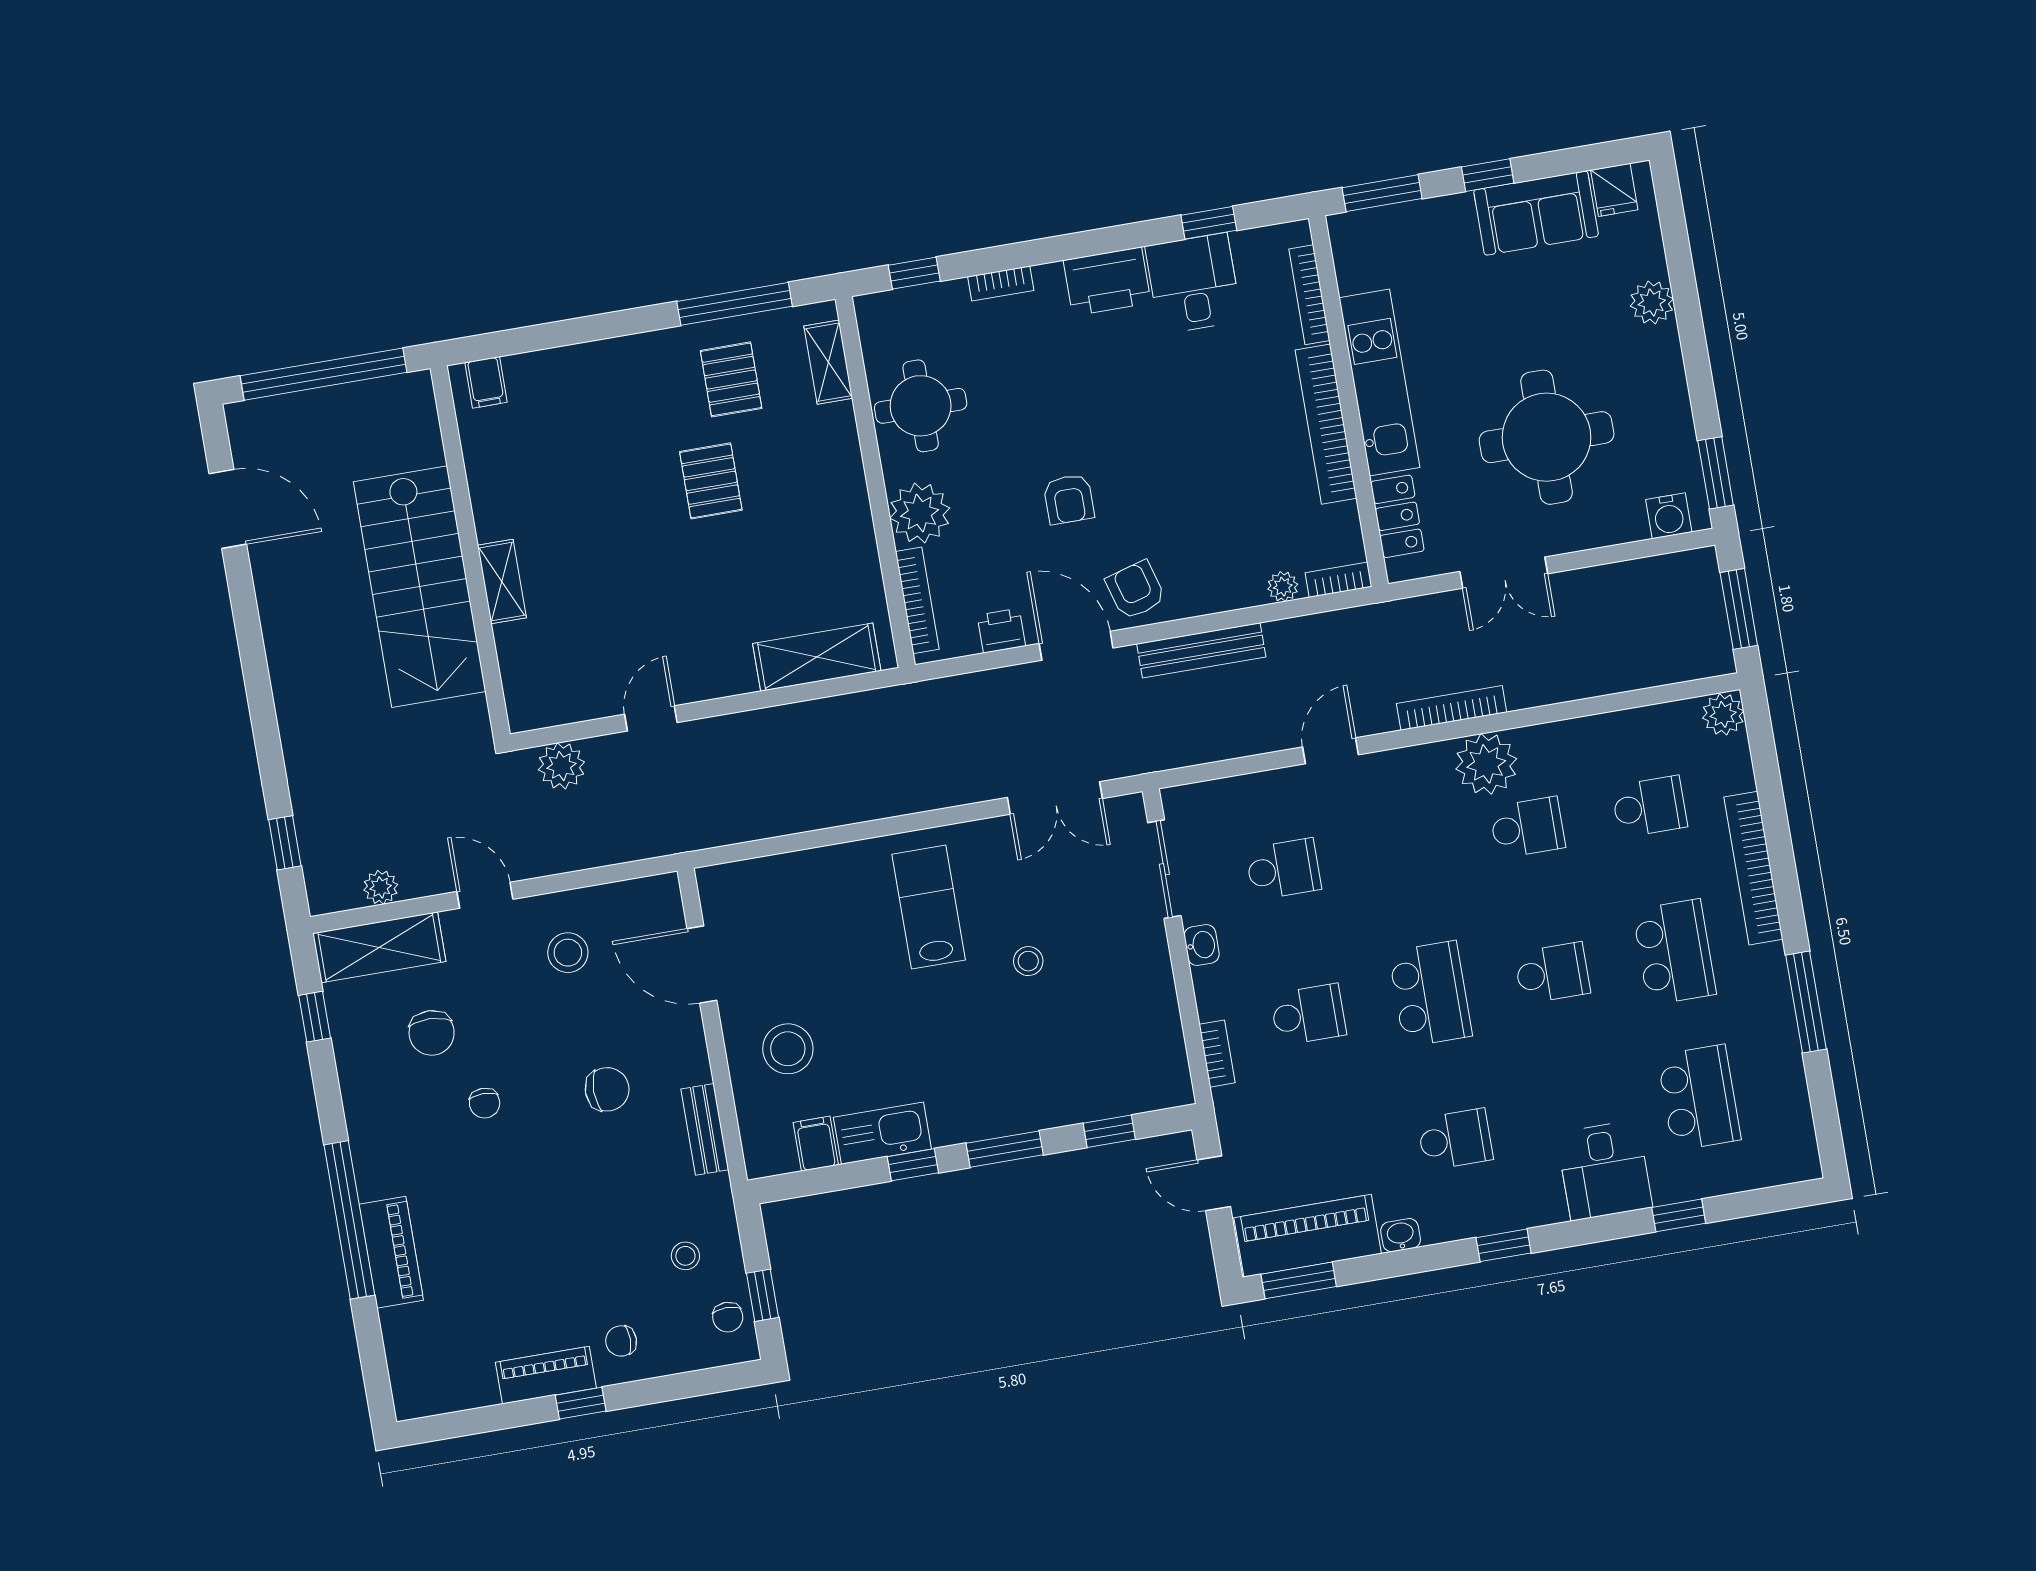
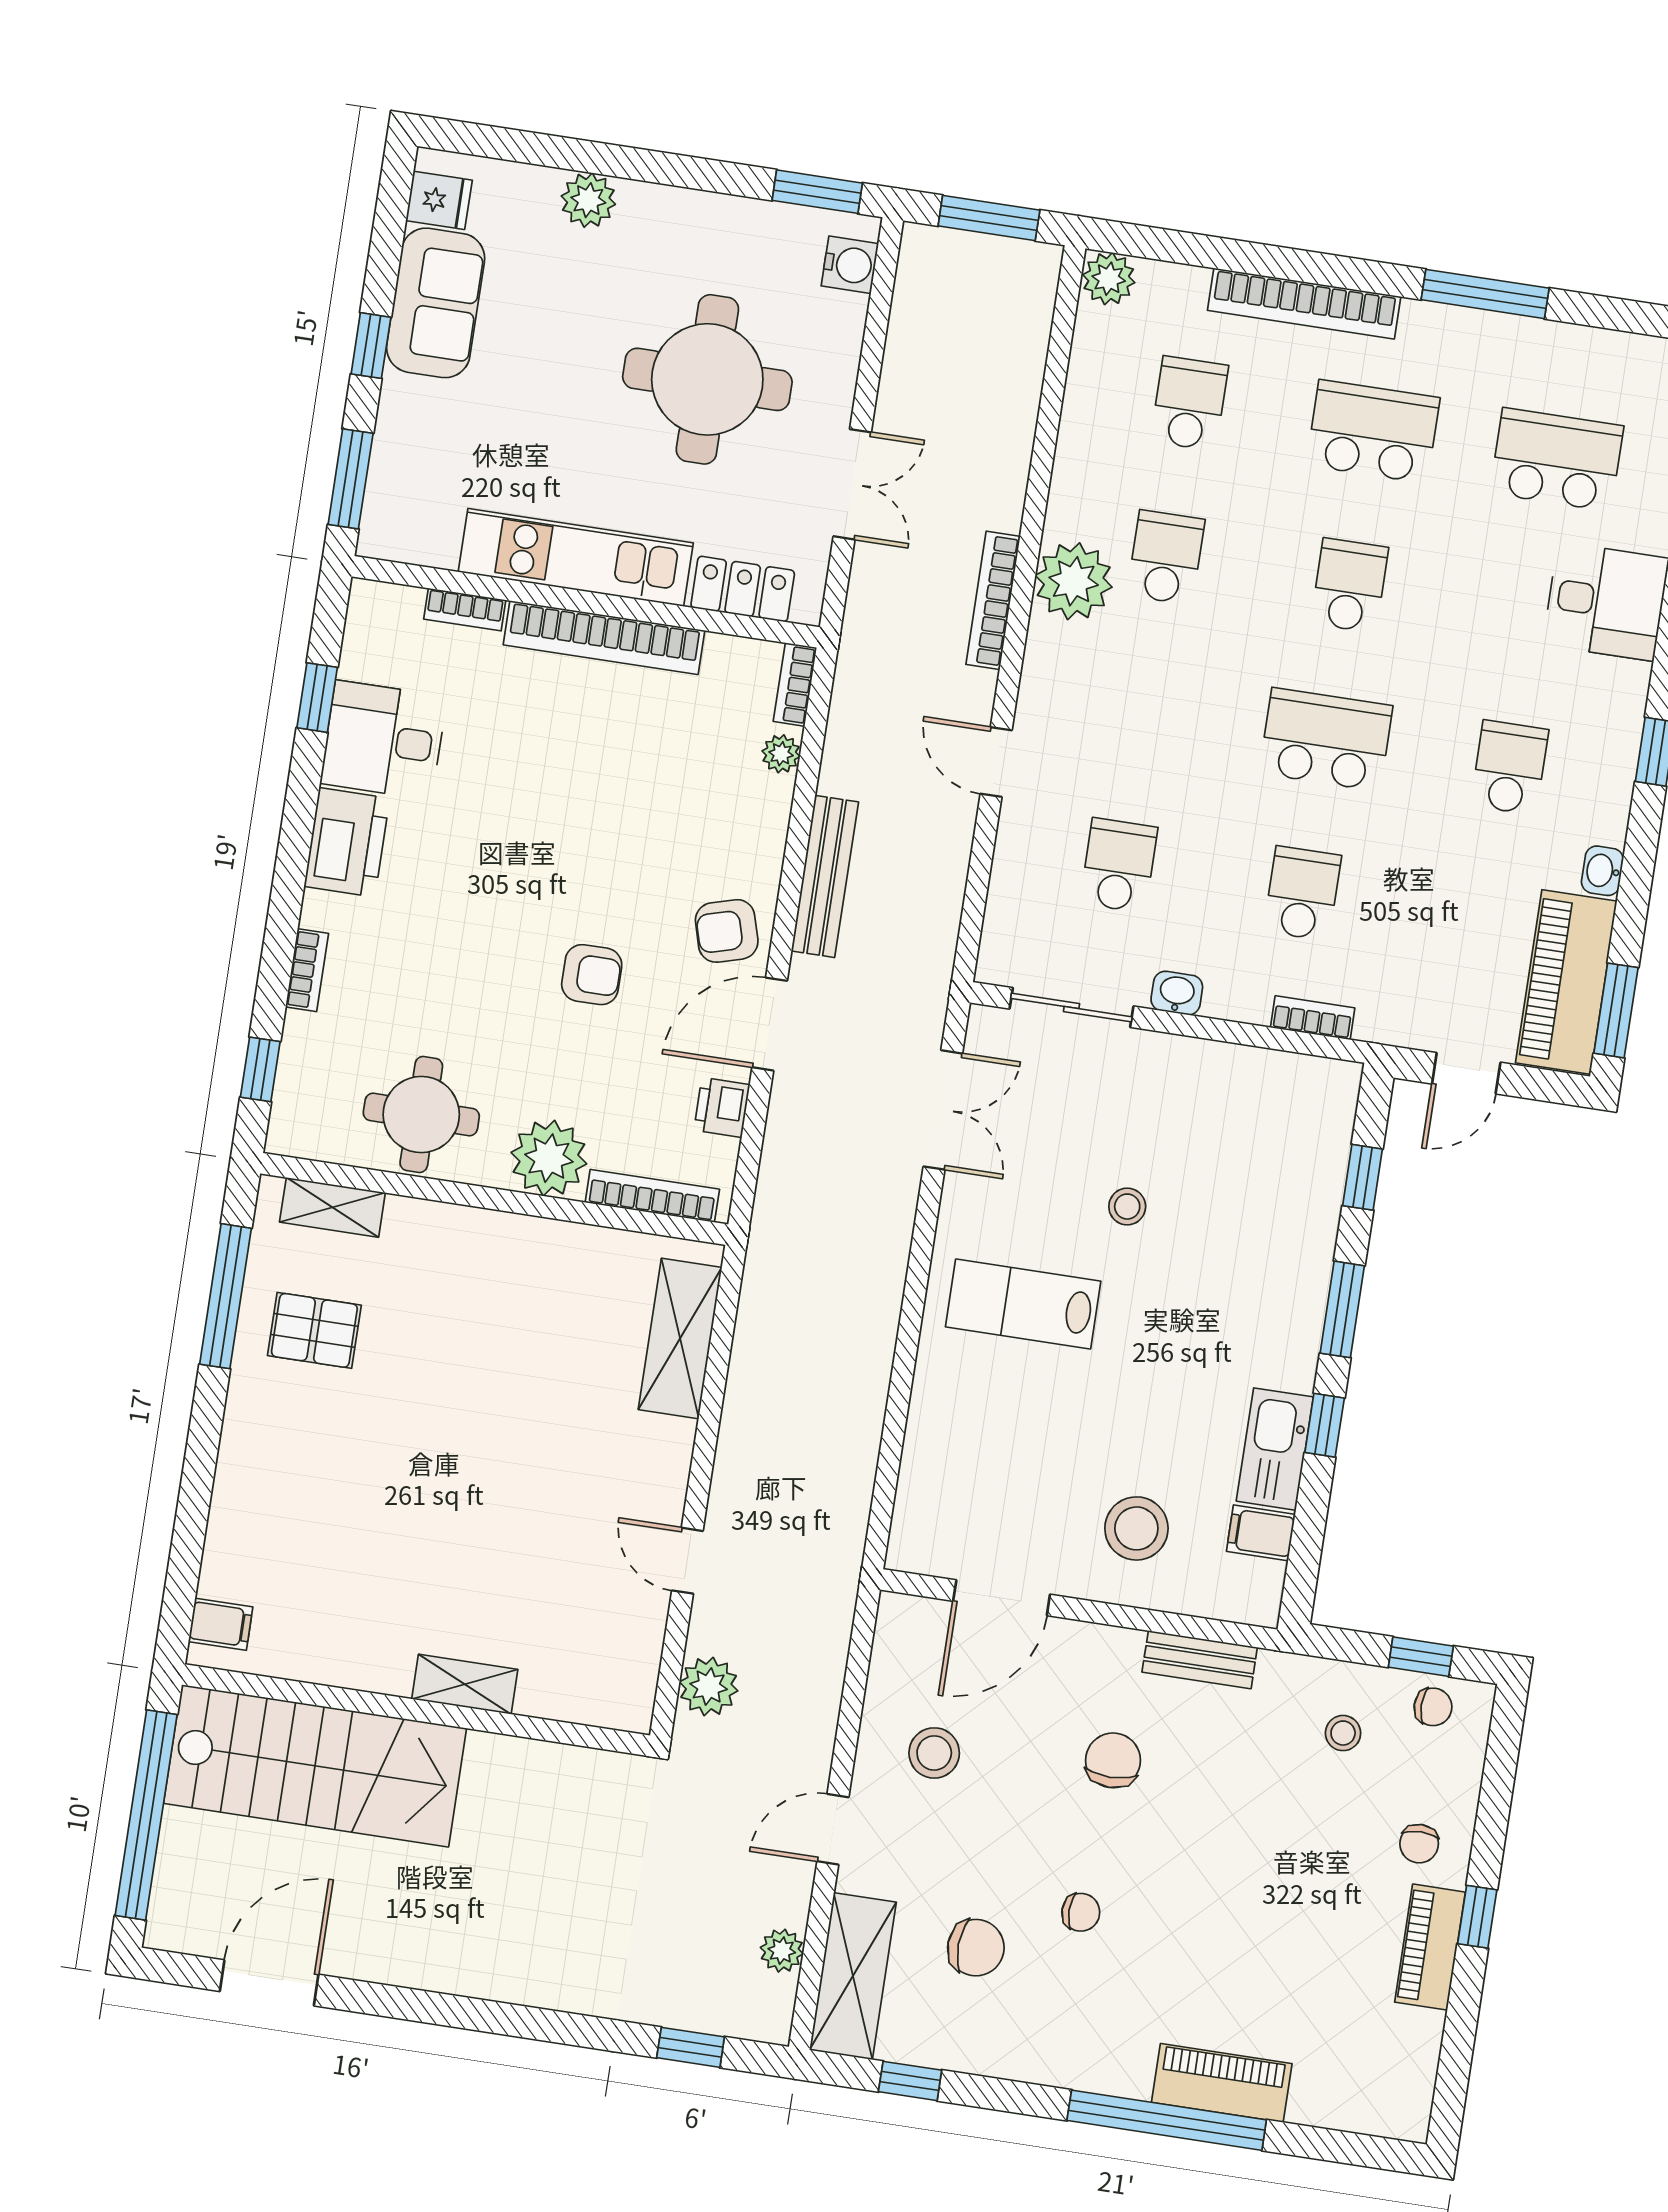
bookcase: (1309, 295) -> (465, 609), width x0.64
pallet: (711, 481) -> (428, 1395), removed
stairs: (420, 587) -> (315, 1766), moved

